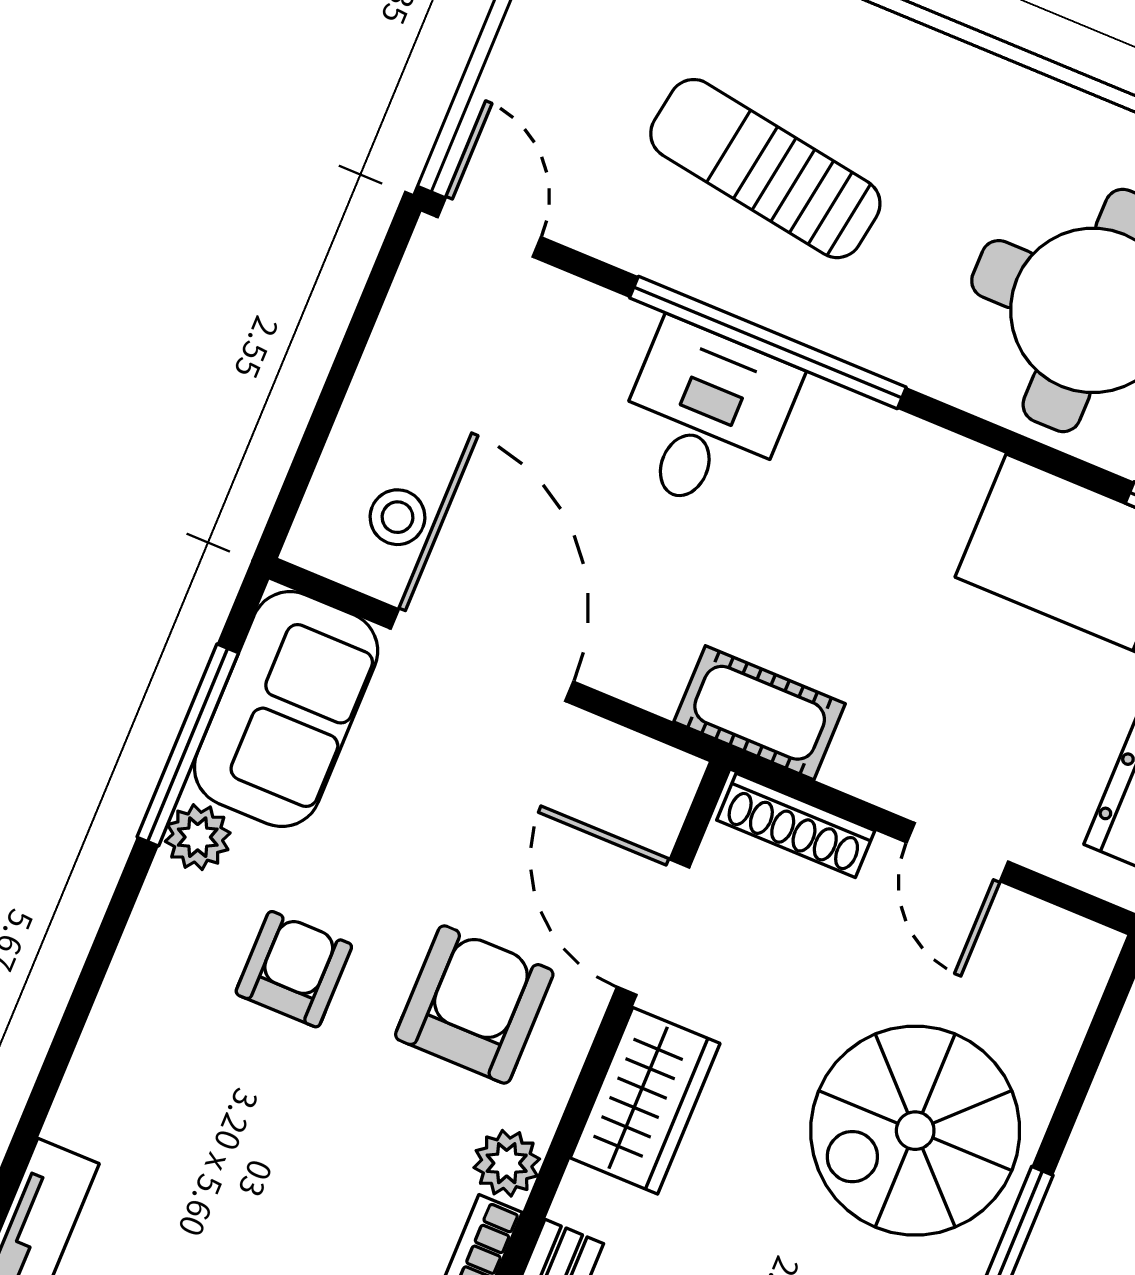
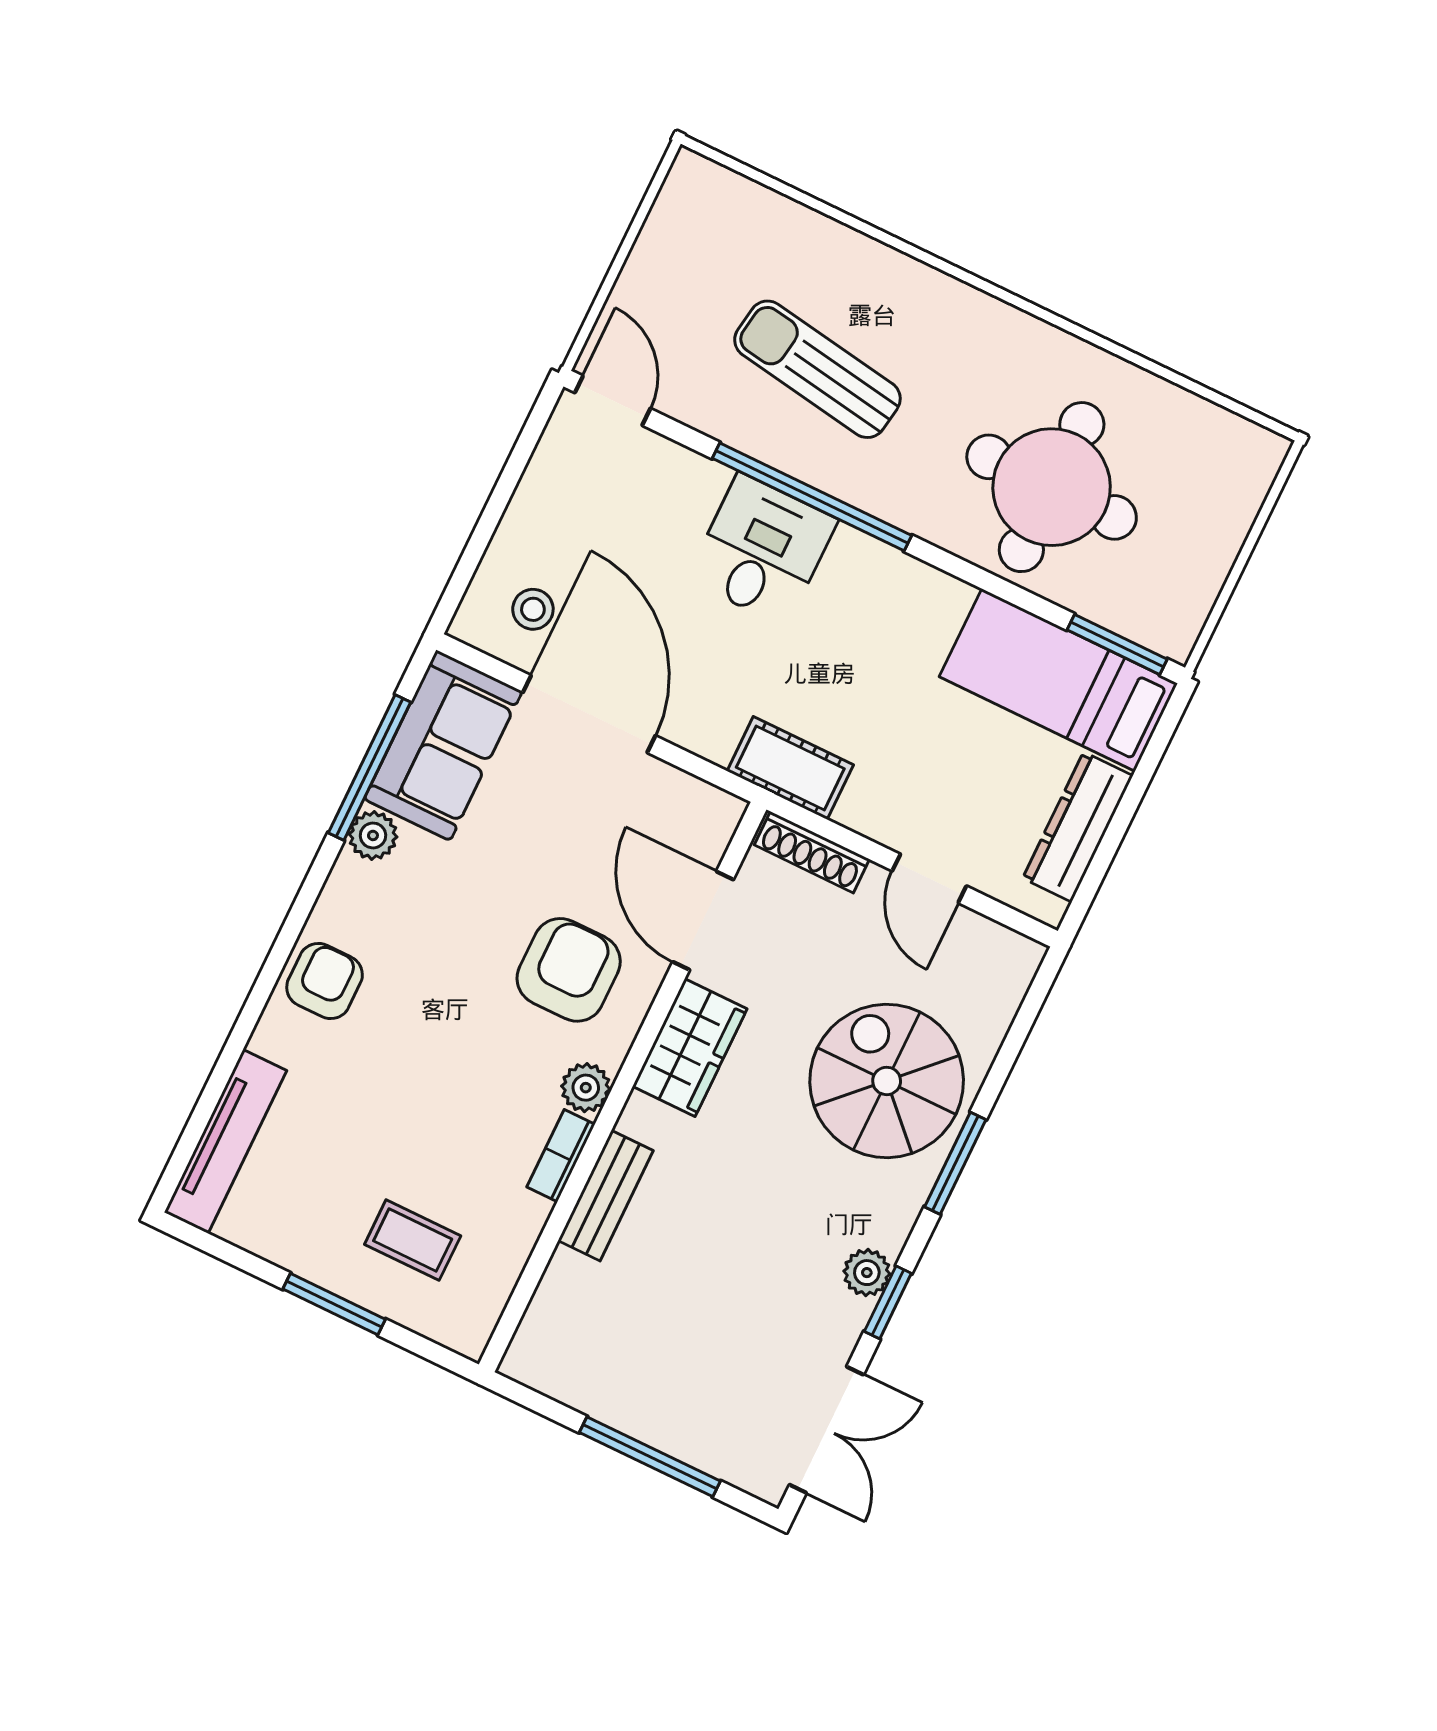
armchair: (294, 969) -> (325, 981), moved
spiral stairs: (915, 1131) -> (887, 1081), turned 90

